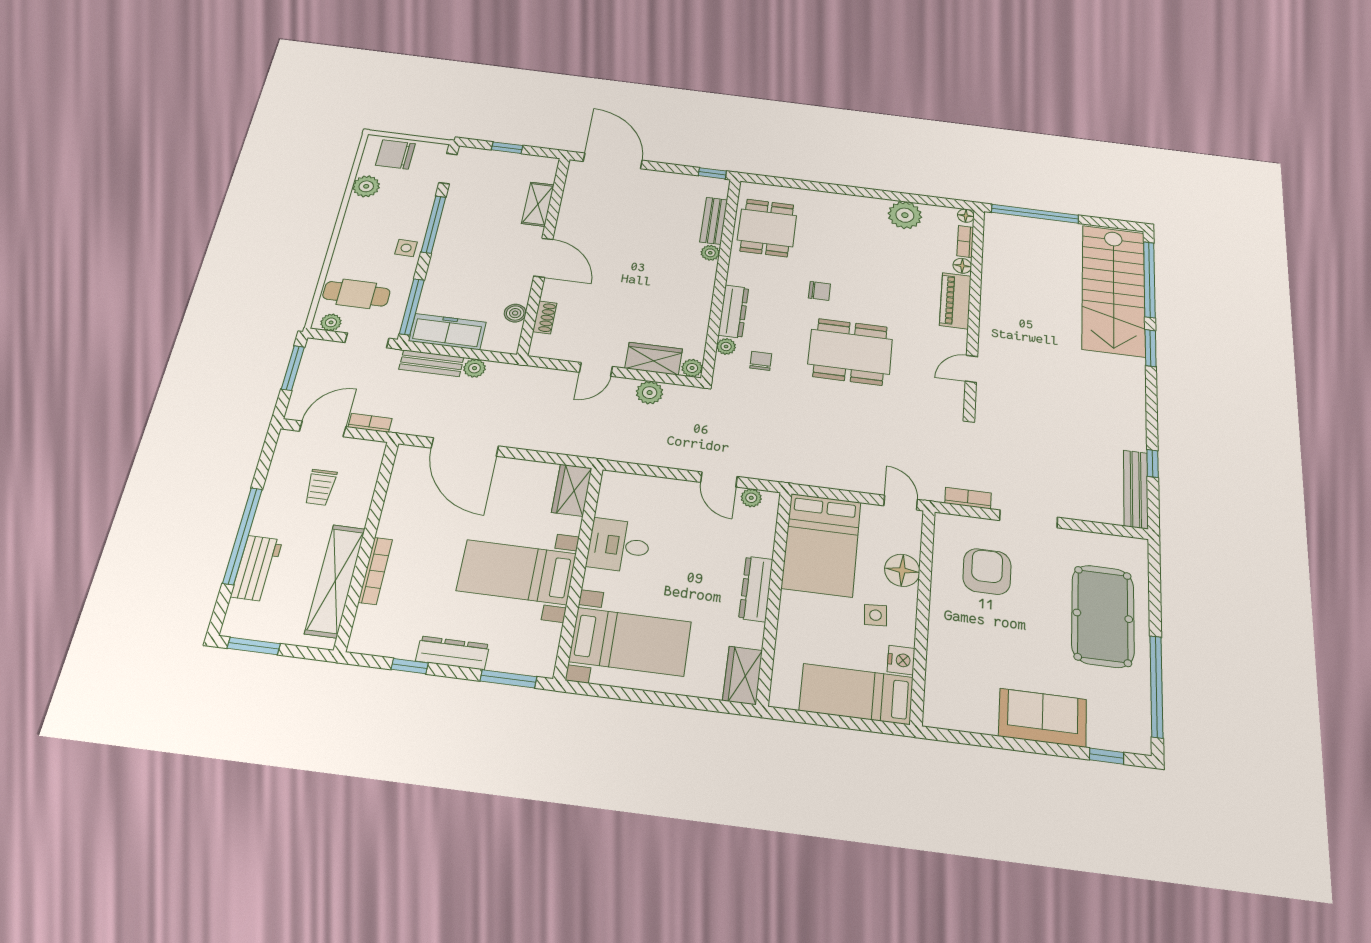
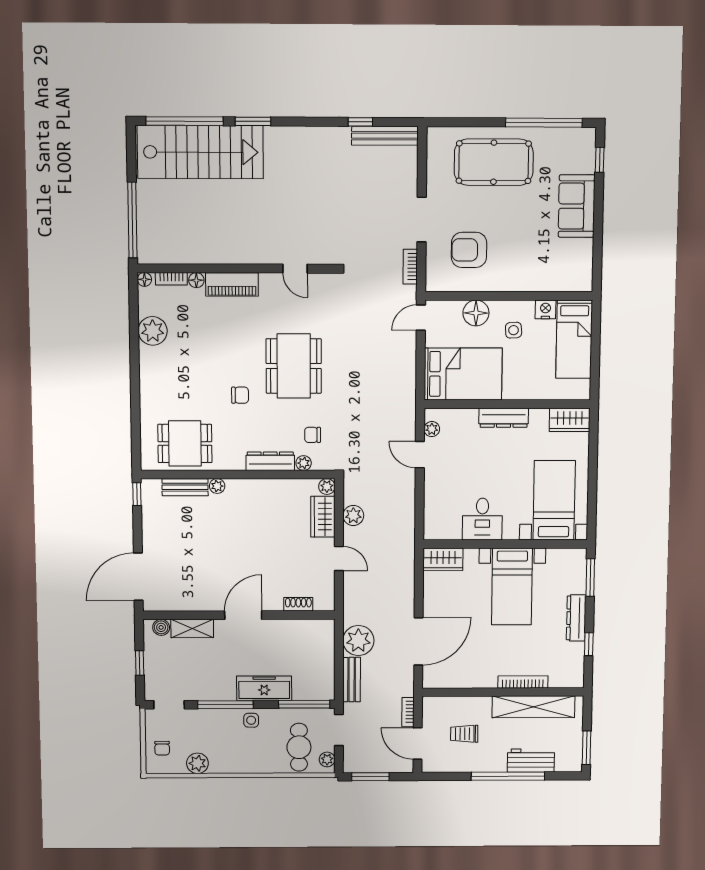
chair: (395, 154) -> (162, 748), width x0.54, depth x0.54
chair: (819, 291) -> (240, 395), turned 90
boiler: (515, 313) -> (161, 627), moved
freezer: (447, 332) -> (264, 688), moved, turned 90
plant: (474, 368) -> (358, 641), width x1.88, depth x1.88
door: (719, 479) -> (420, 455), swing flipped
trolley: (320, 487) -> (464, 734), turned 180

